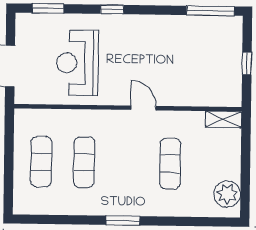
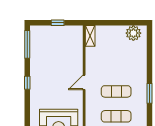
window: (112, 9) -> (27, 83), moved
exercise mat: (170, 164) -> (116, 91), moved

